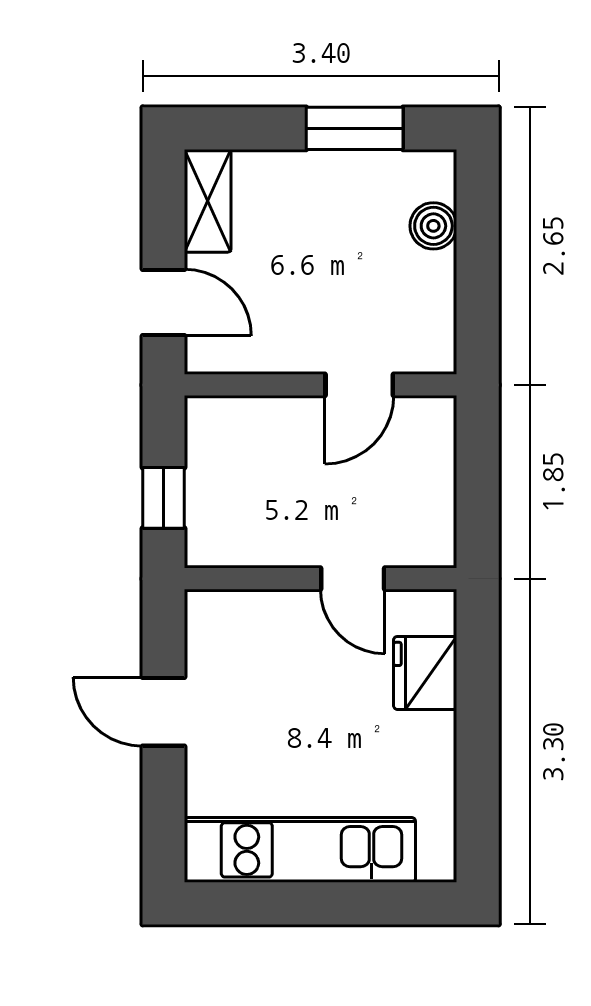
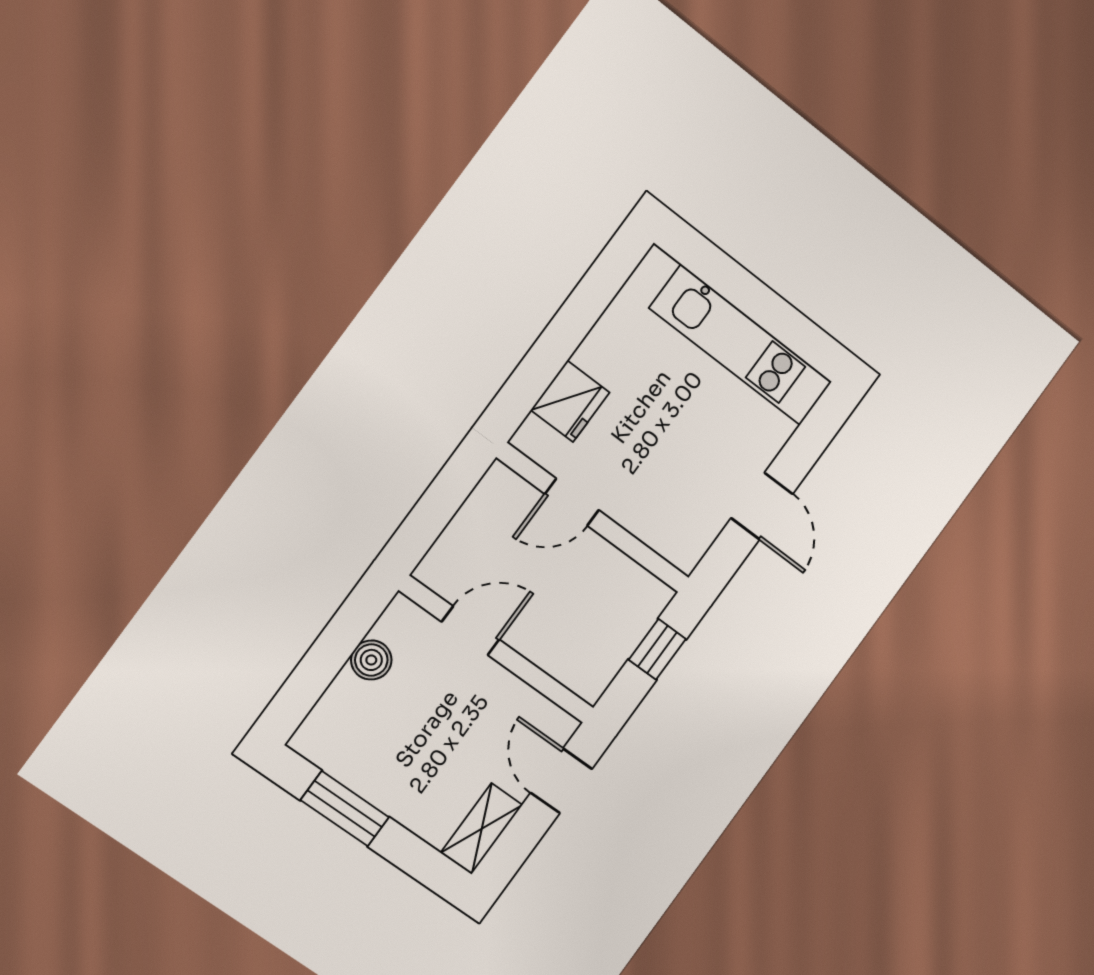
boiler: (433, 226) -> (371, 660), moved
door: (353, 579) -> (572, 502), swing flipped

